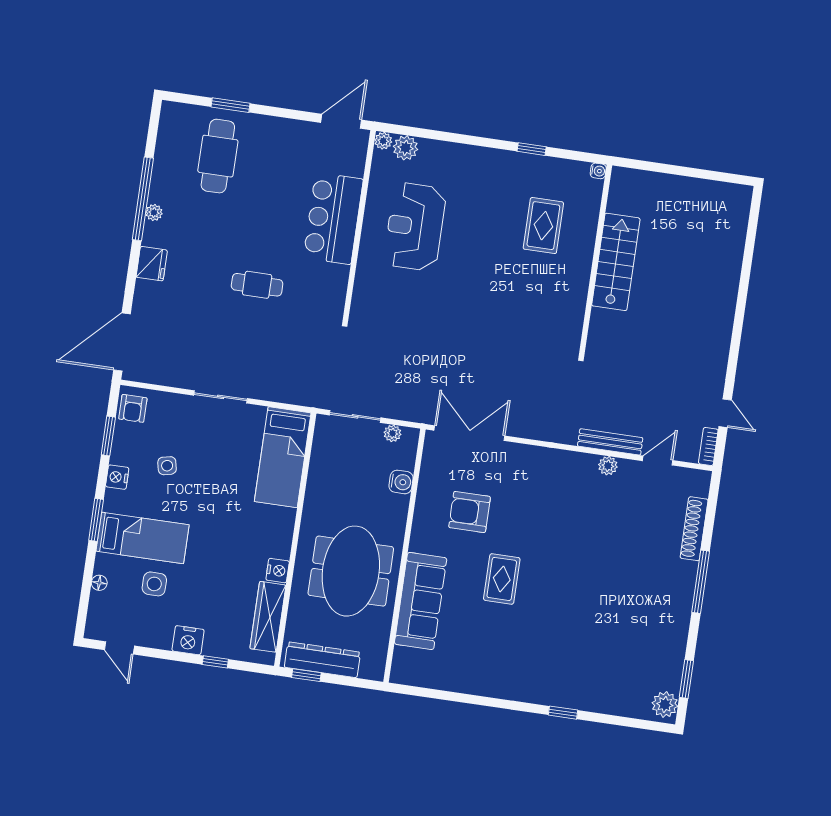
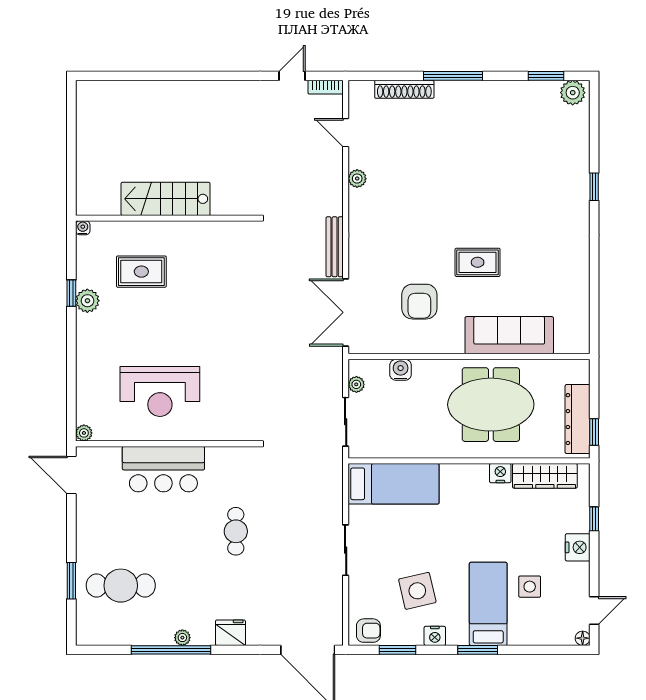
plant: (405, 148) -> (87, 301), moved
bench: (610, 442) -> (335, 247), moved
side table: (167, 466) -> (417, 591), width x1.87, depth x1.87
floor lamp: (99, 583) -> (583, 638), moved

